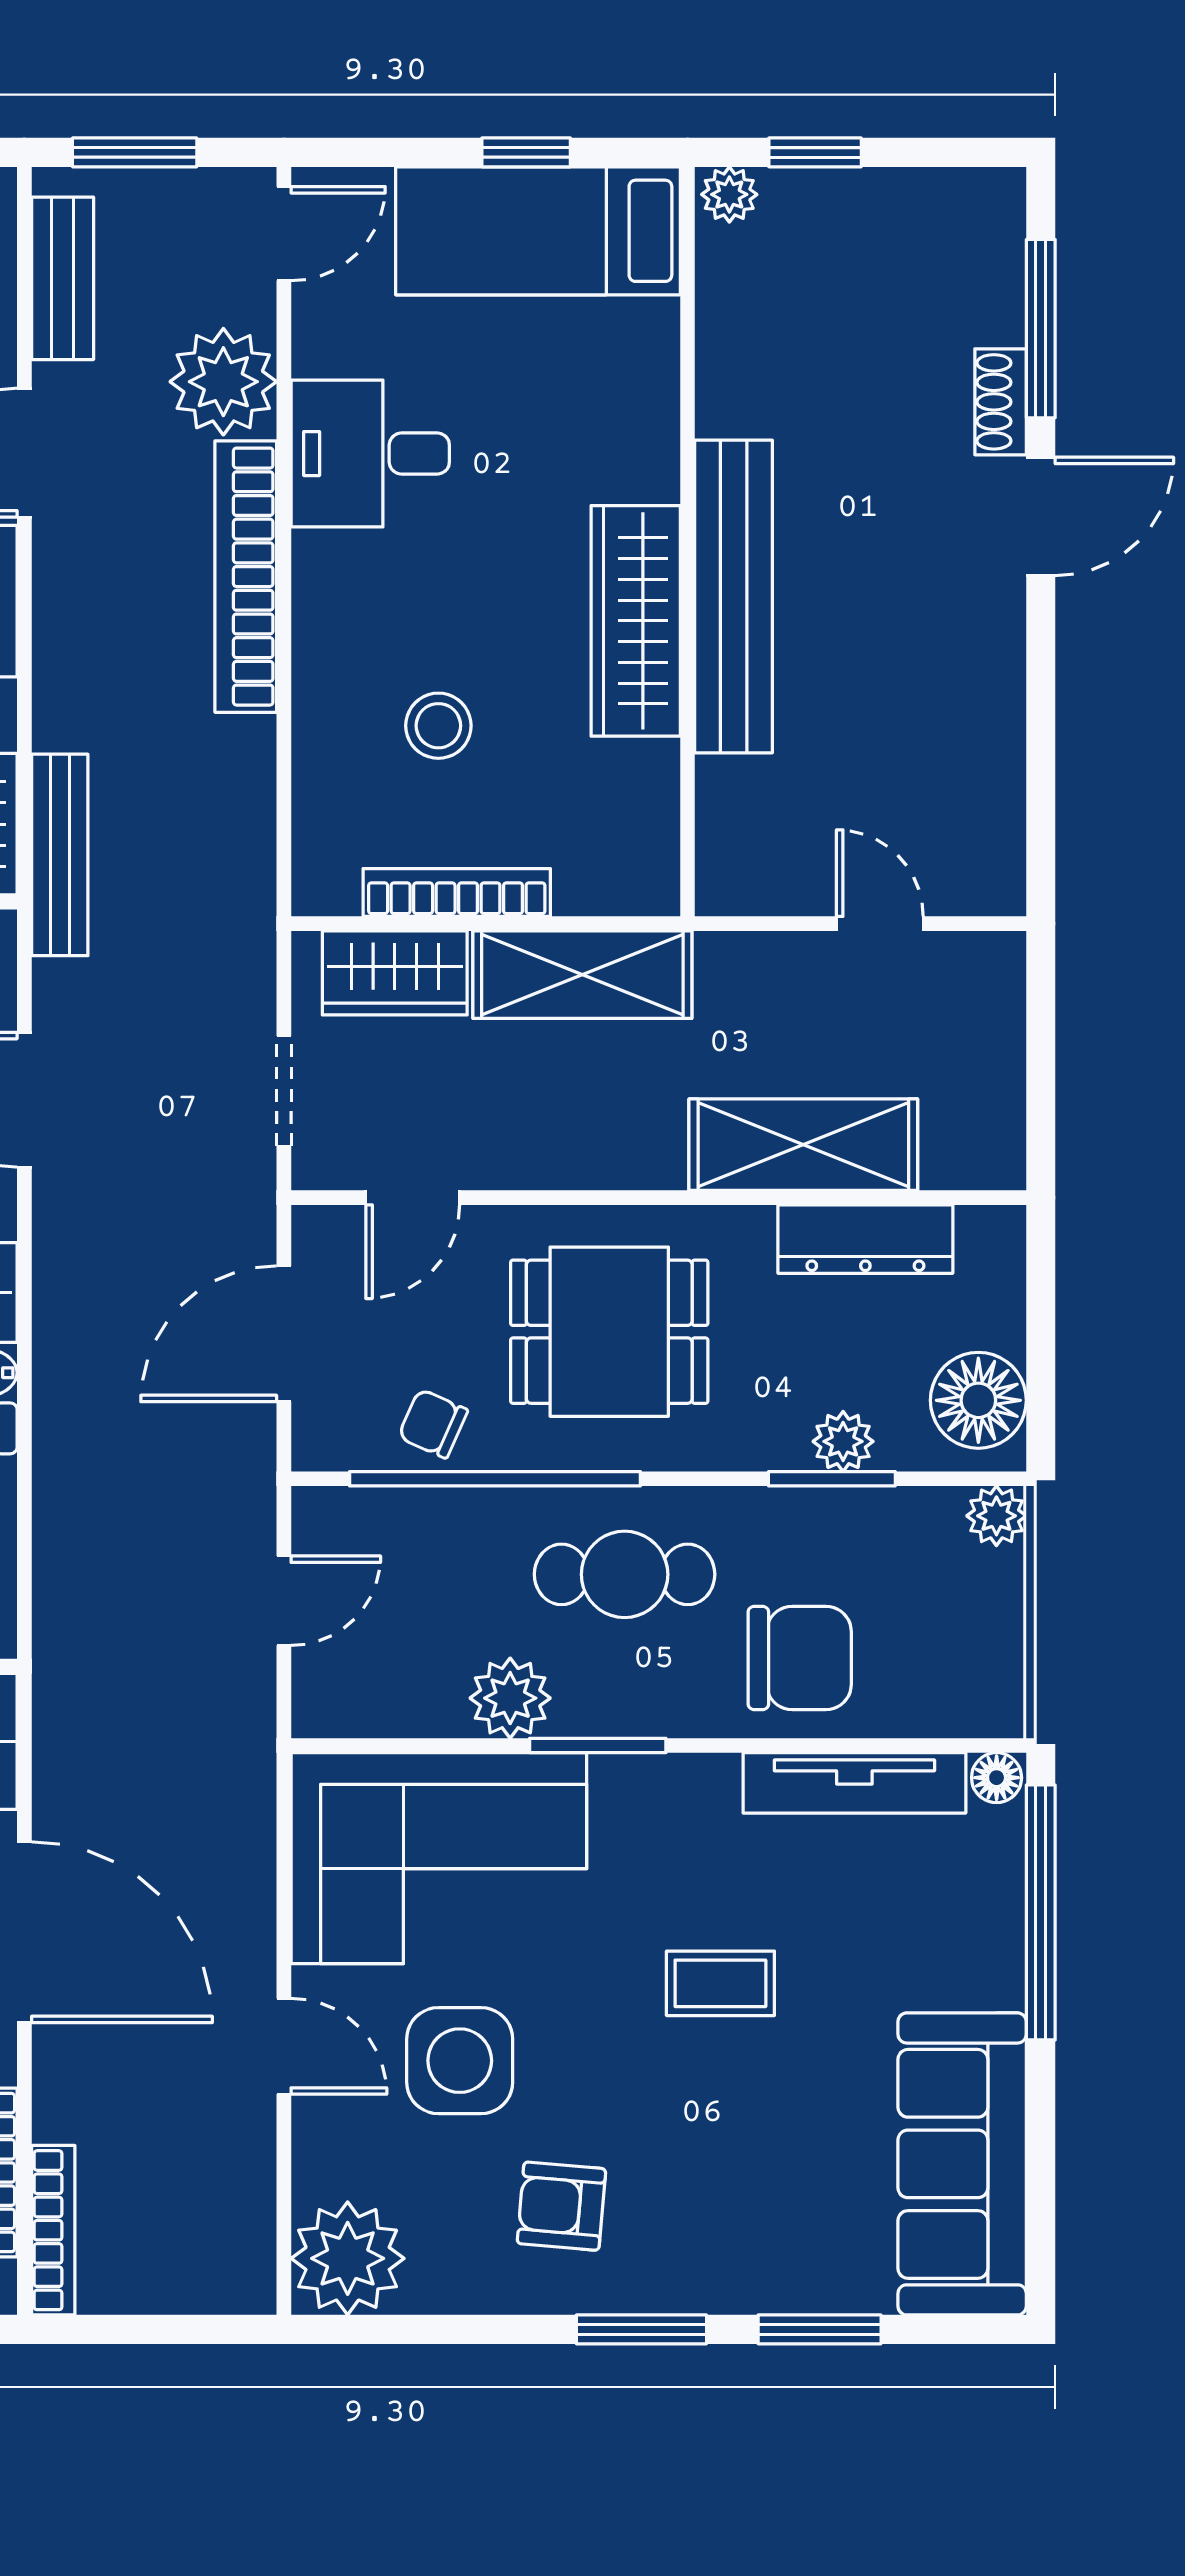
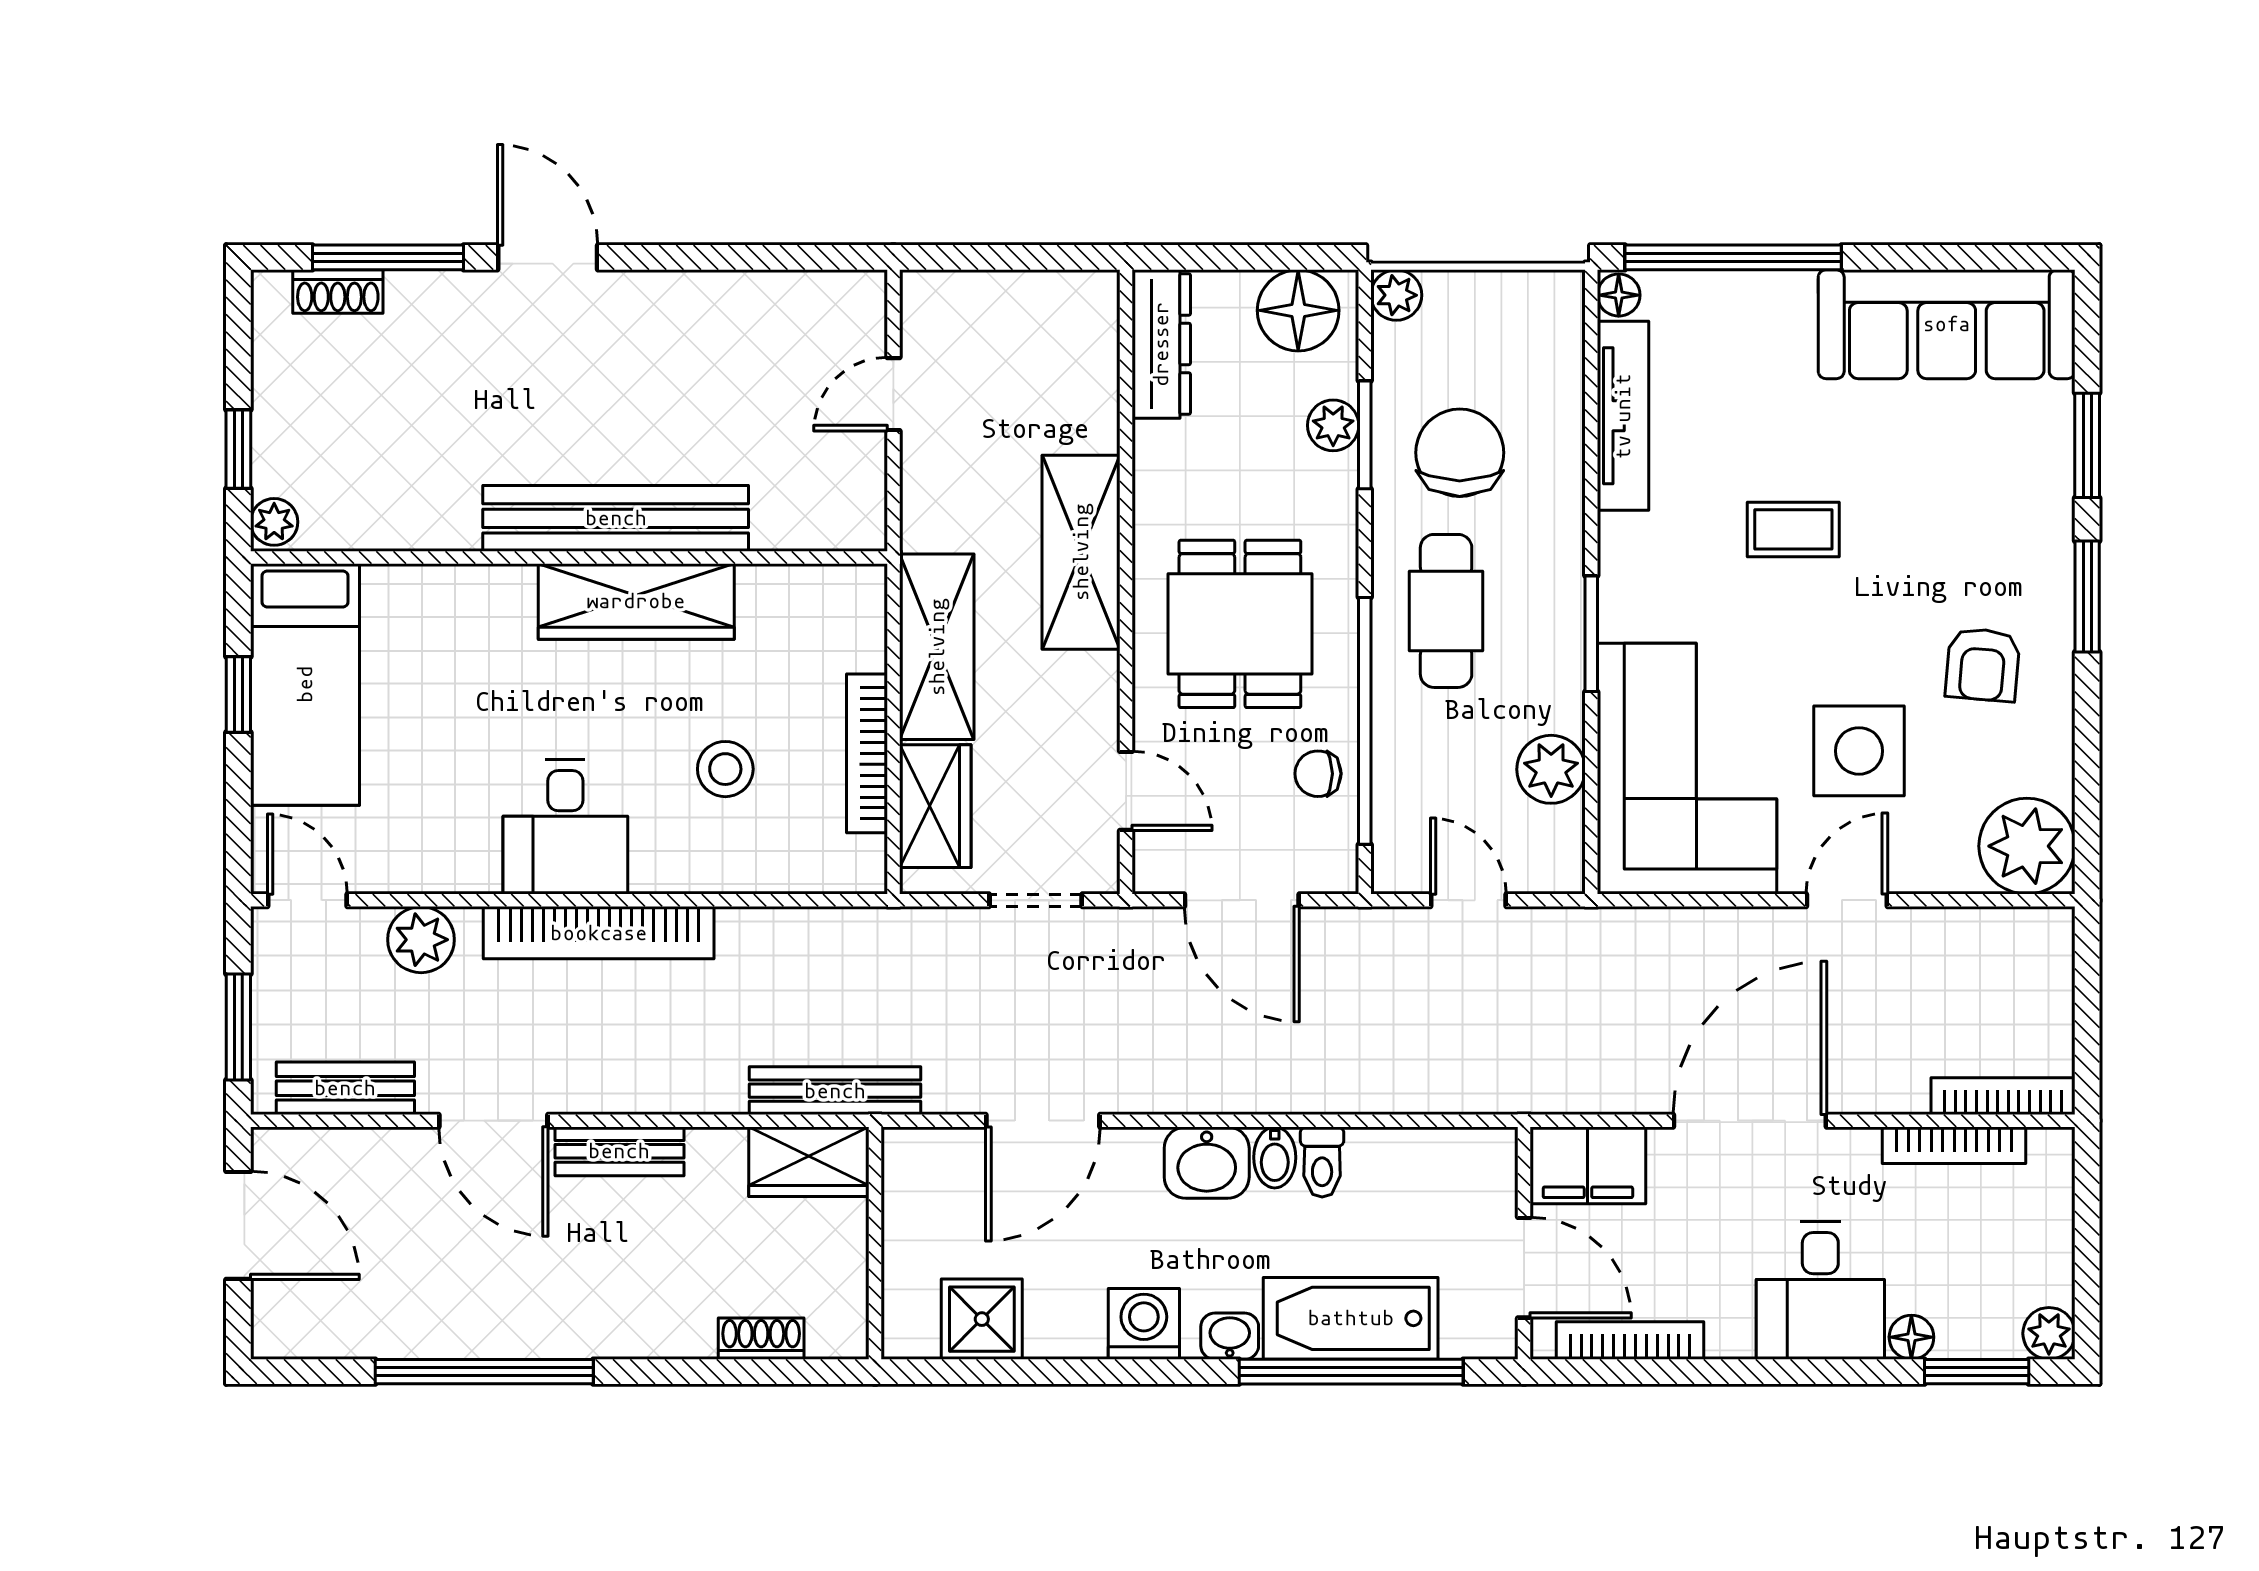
plant: (223, 382) -> (421, 940), width x0.73, depth x0.73
shoe rack: (1001, 402) -> (338, 292), moved
desk: (370, 454) -> (565, 827), moved
shelving: (803, 1145) -> (1081, 552), moved
dresser: (865, 1239) -> (1161, 344), moved
chair: (433, 1424) -> (1318, 774), turned 66
chair: (800, 1658) -> (1460, 453), moved
plant: (510, 1698) -> (1551, 769), moved
coffee table: (720, 1983) -> (1793, 529), turned 90

